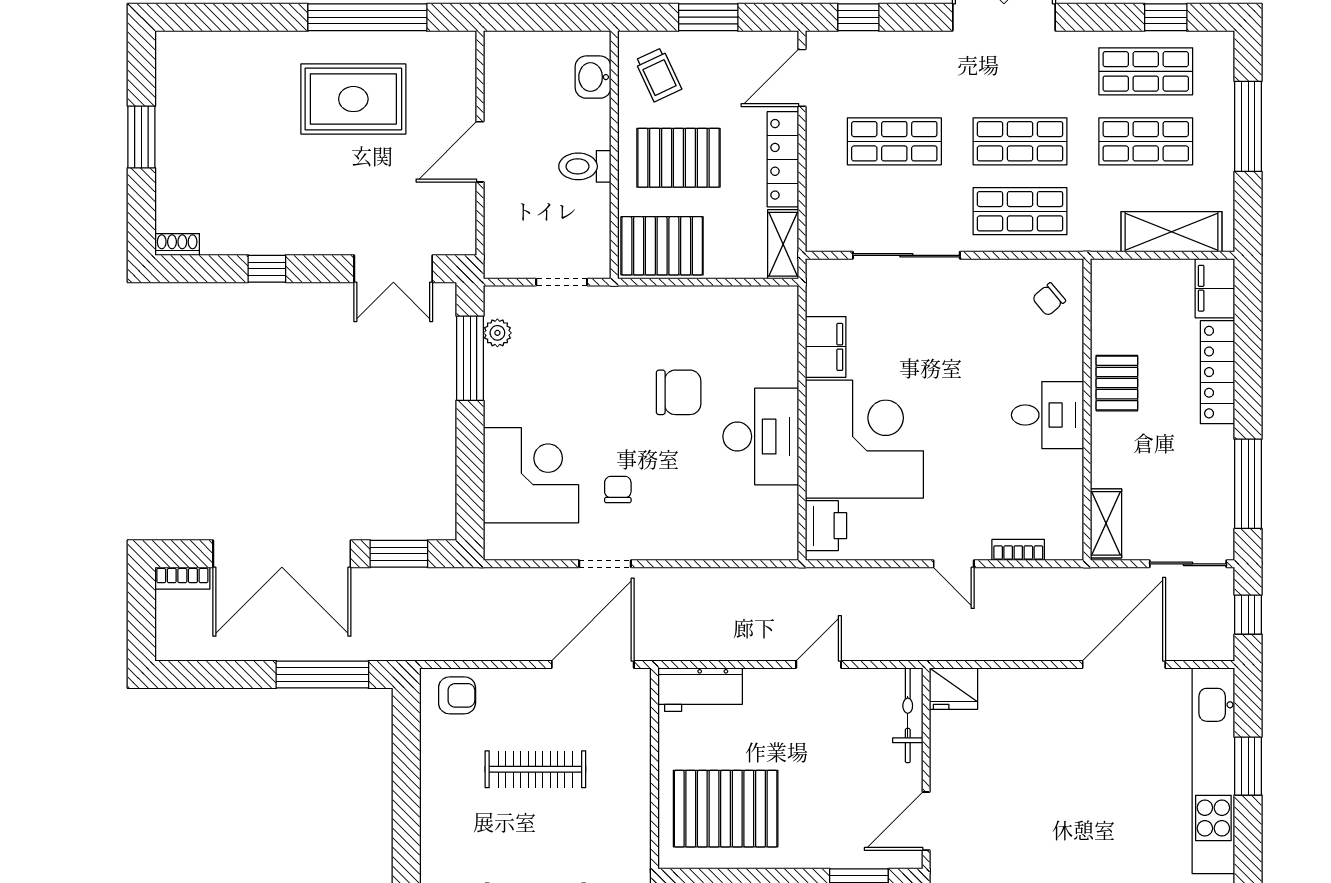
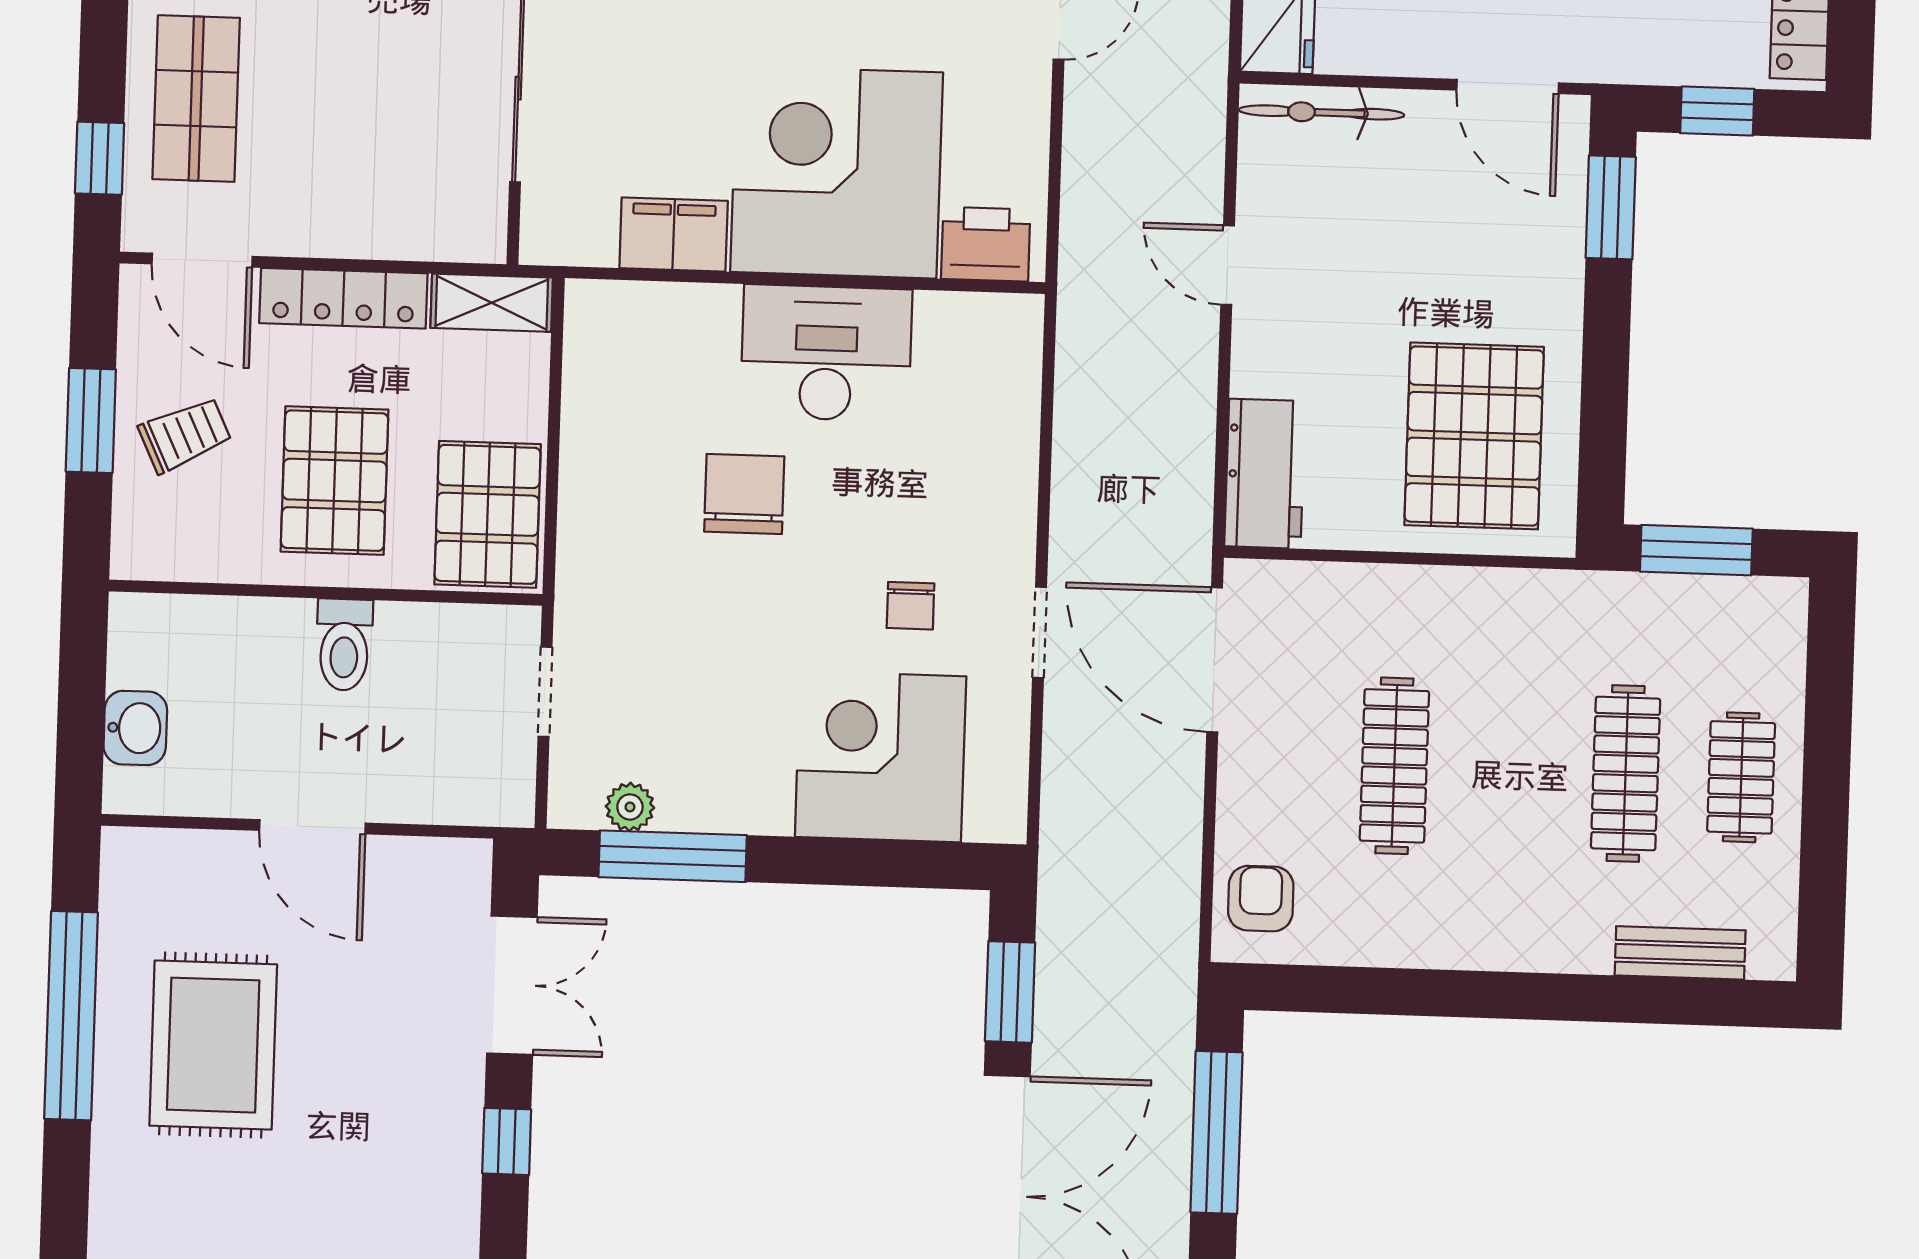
trolley: (658, 75) -> (185, 435), moved
washbasin: (593, 77) -> (135, 728), moved, turned -90
shop shelf: (894, 141) -> (196, 99), moved
window: (267, 269) -> (507, 1141), moved
chair: (618, 489) -> (910, 606), turned -90

